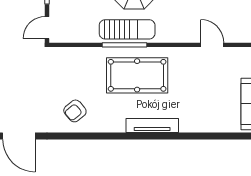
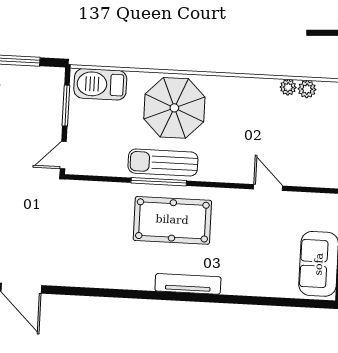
sun lounger: (127, 29) -> (163, 163), turned 180
armchair: (75, 111) -> (93, 261), removed

